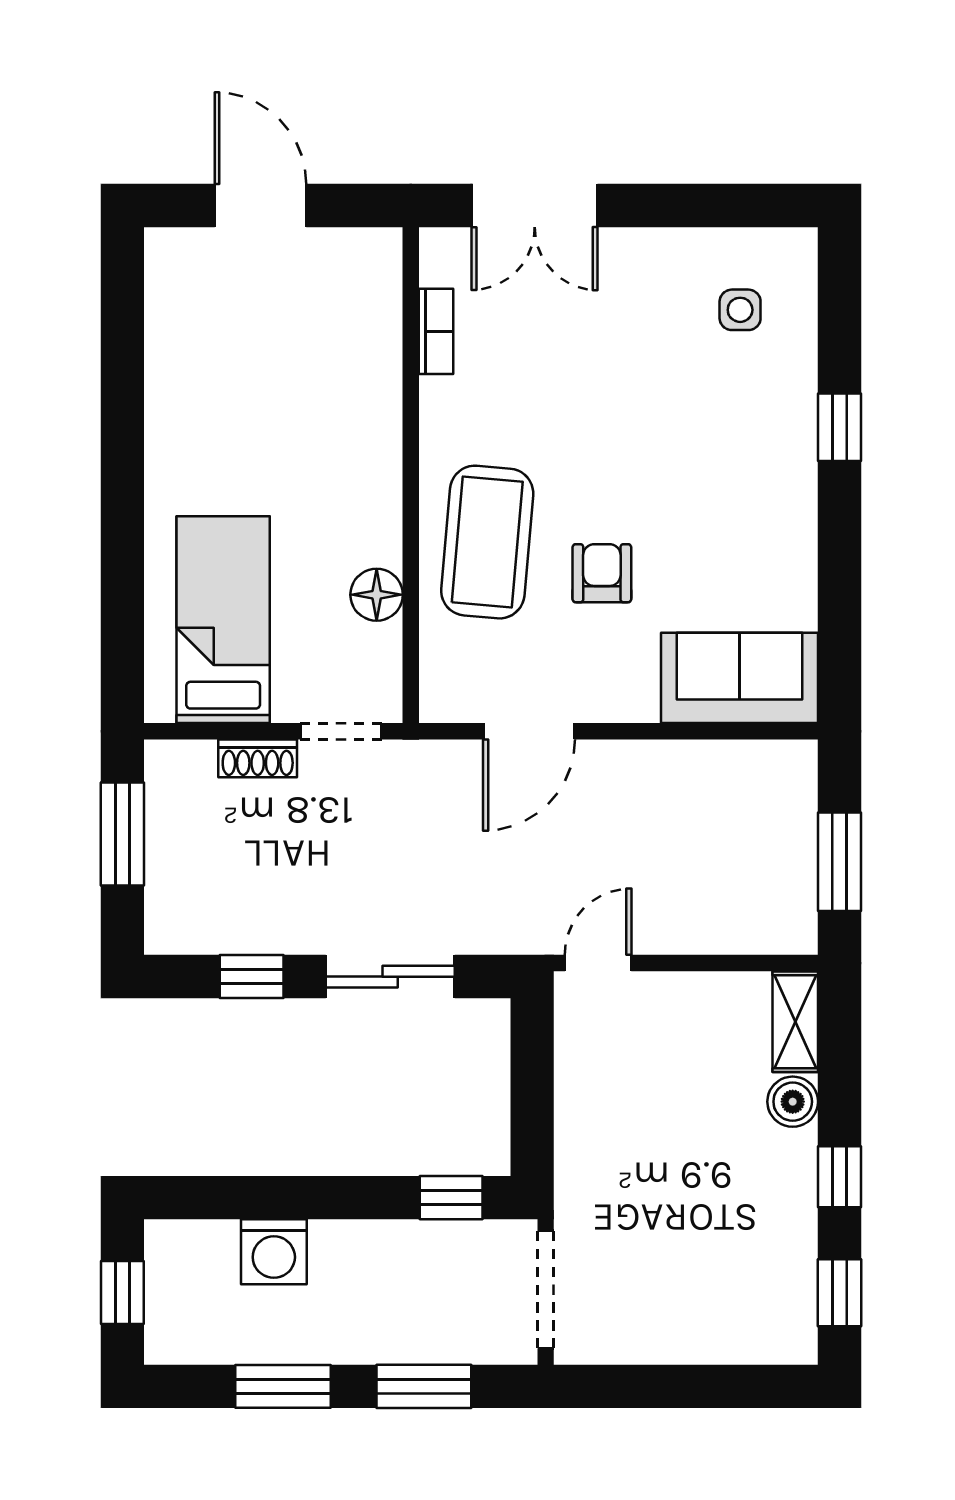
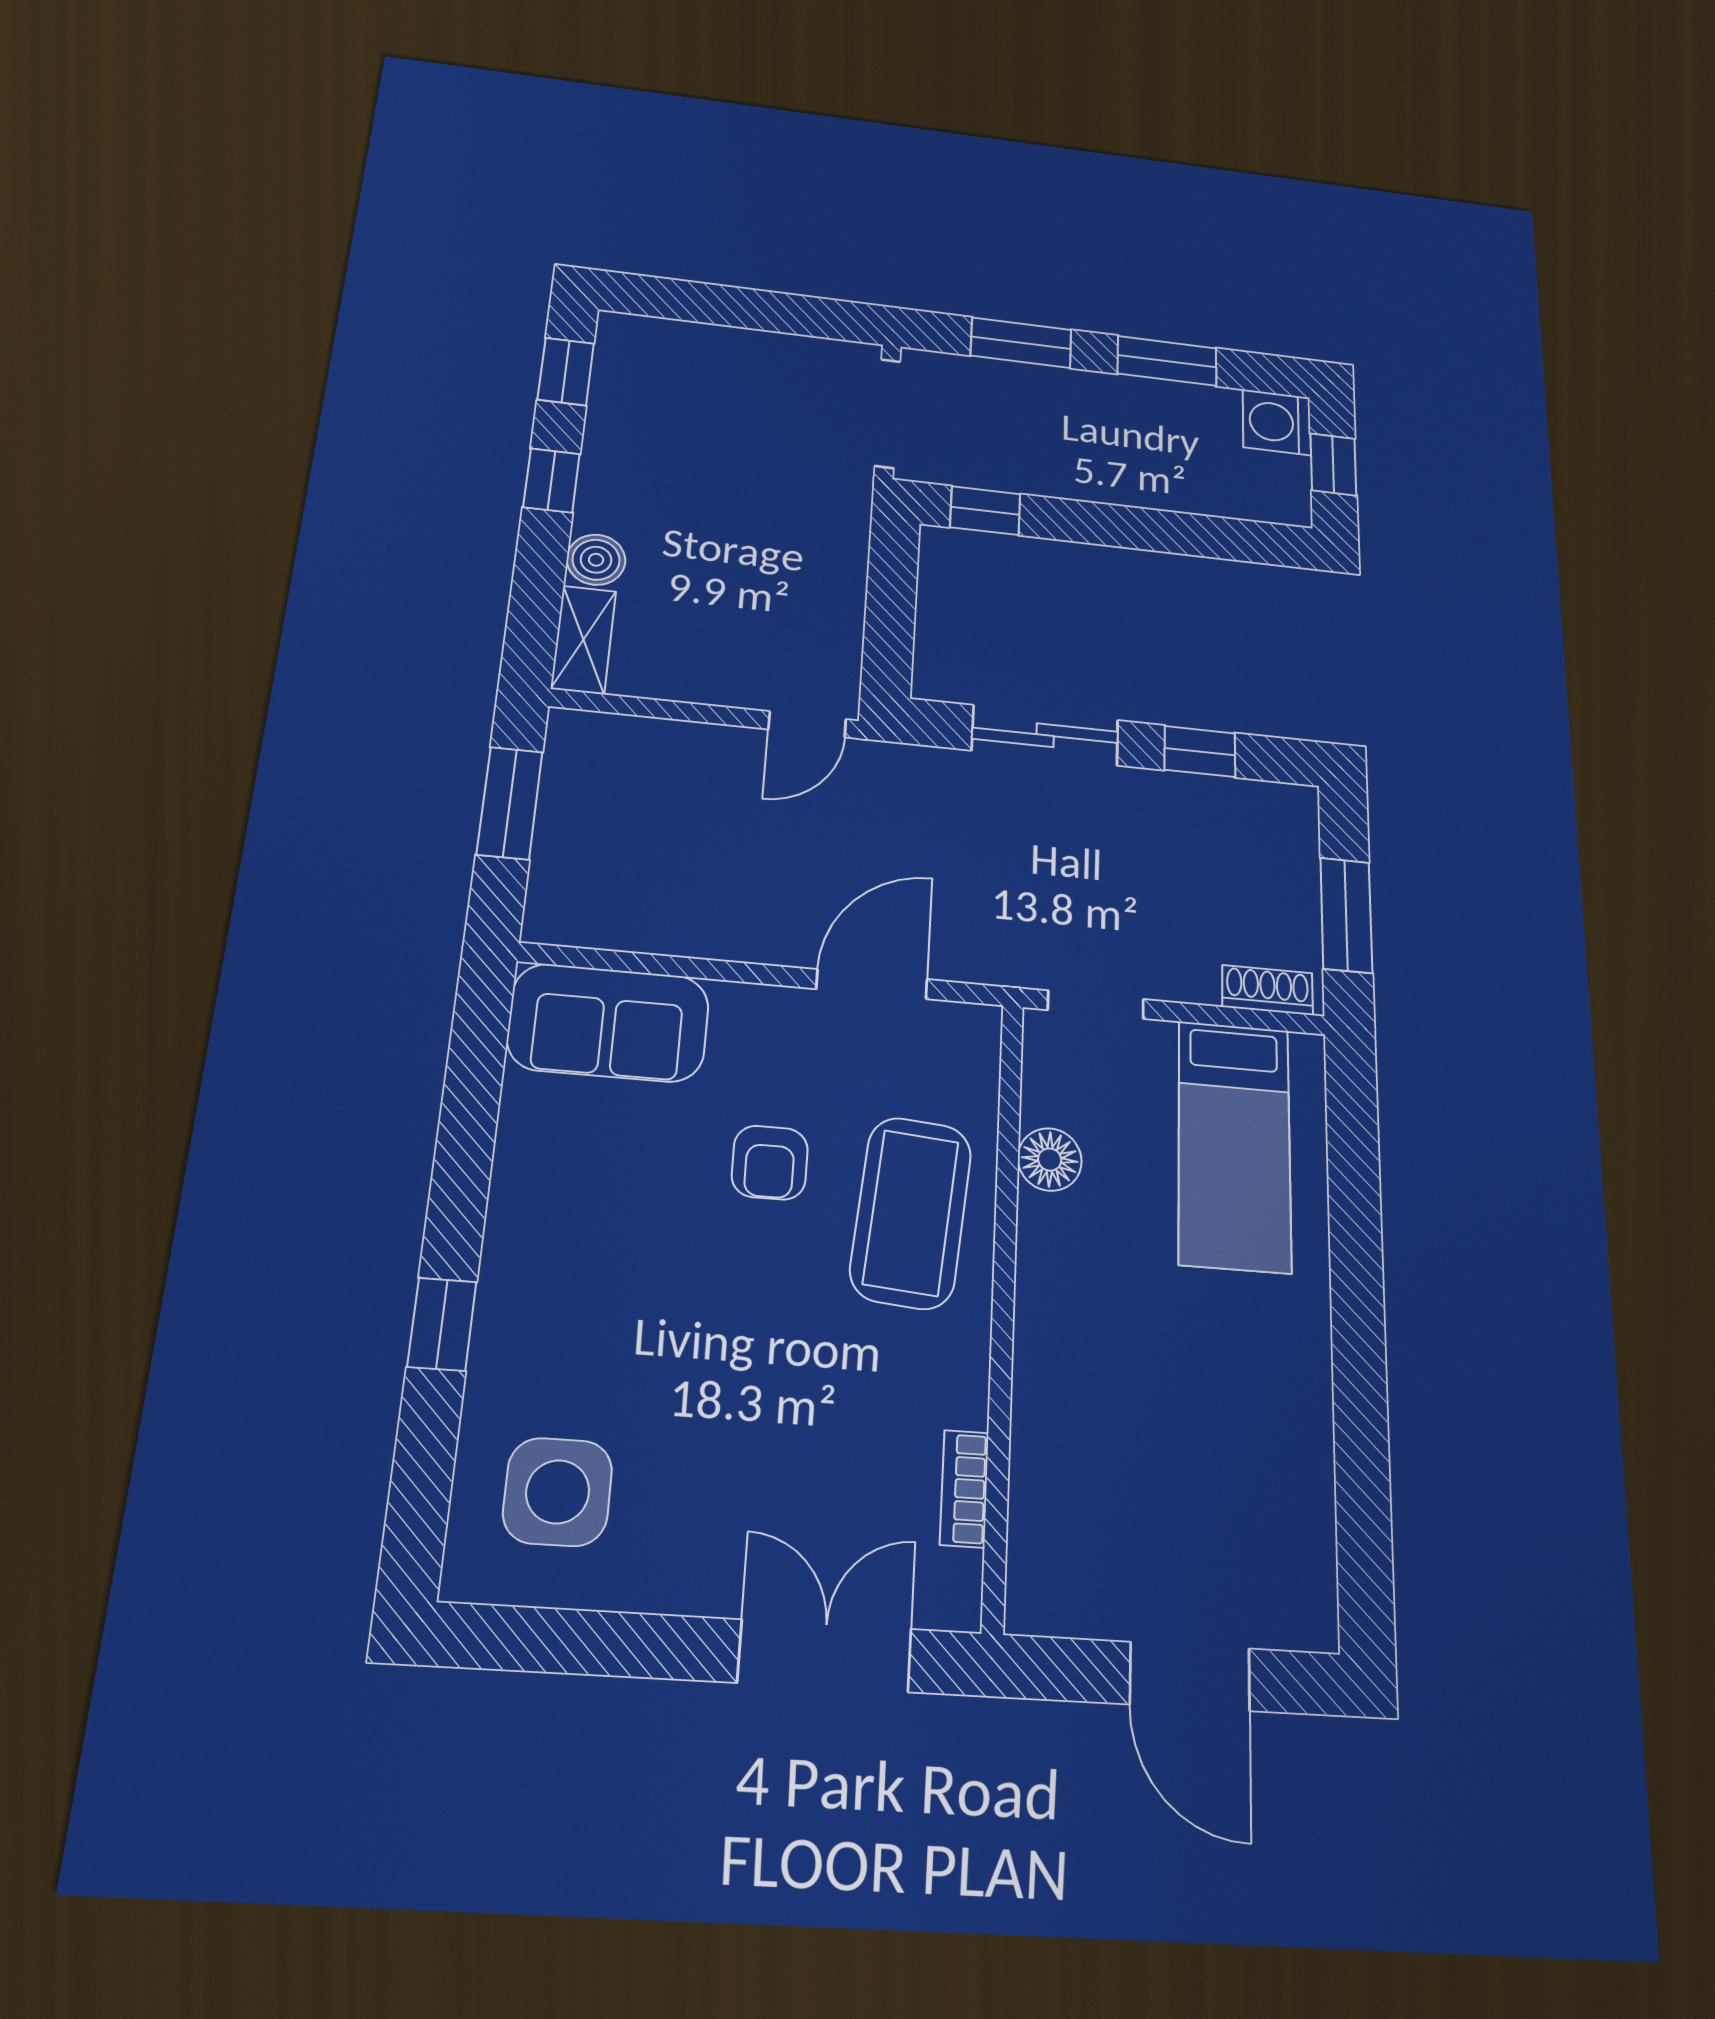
side table: (740, 310) -> (558, 1492), width x1.87, depth x1.87
shoe rack: (258, 758) -> (1267, 990), moved
washing machine: (274, 1252) -> (1277, 422), moved, turned -90

